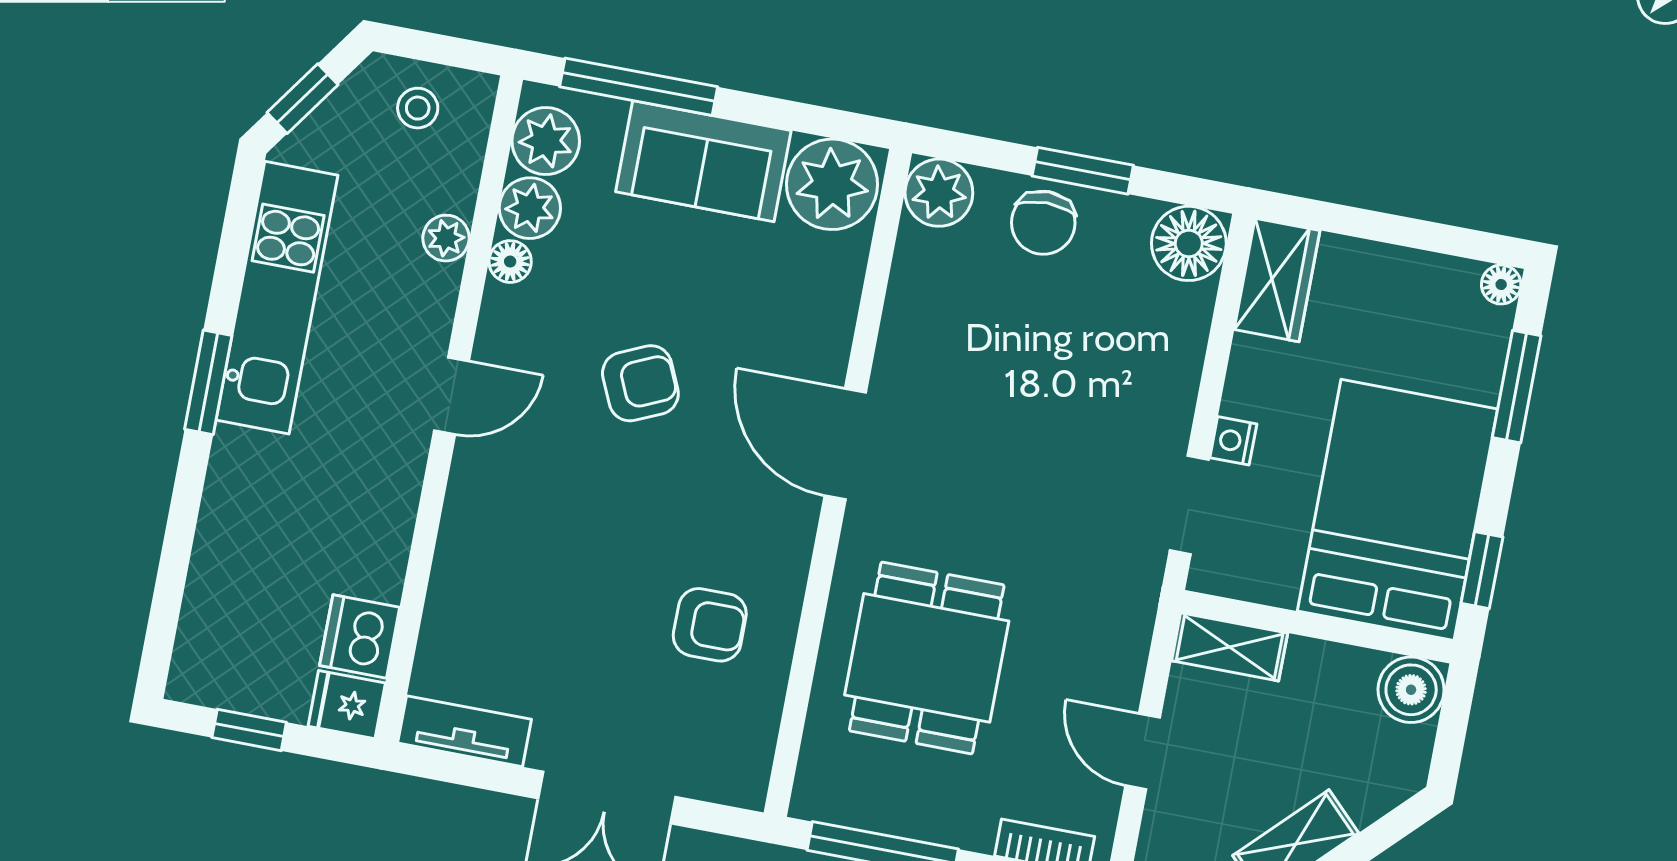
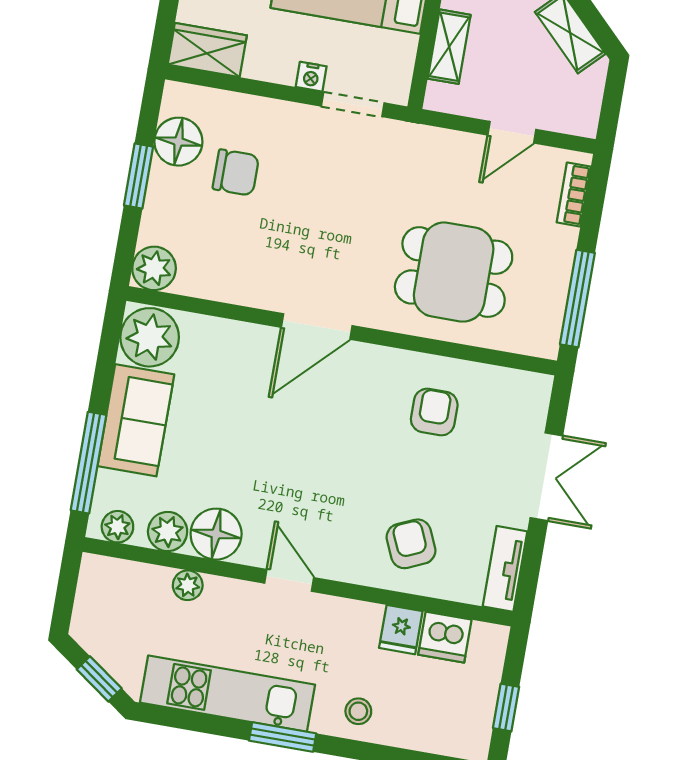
stool: (418, 108) -> (358, 711), moved
plant: (546, 141) -> (117, 527), width x0.73, depth x0.73
chair: (1043, 223) -> (236, 172), moved
floor lamp: (1189, 243) -> (178, 142), moved
floor lamp: (510, 262) -> (216, 534), width x1.89, depth x1.89
armchair: (640, 383) -> (411, 544), moved
shelving: (1230, 647) -> (449, 47), moved
fridge: (347, 705) -> (401, 630), moved

